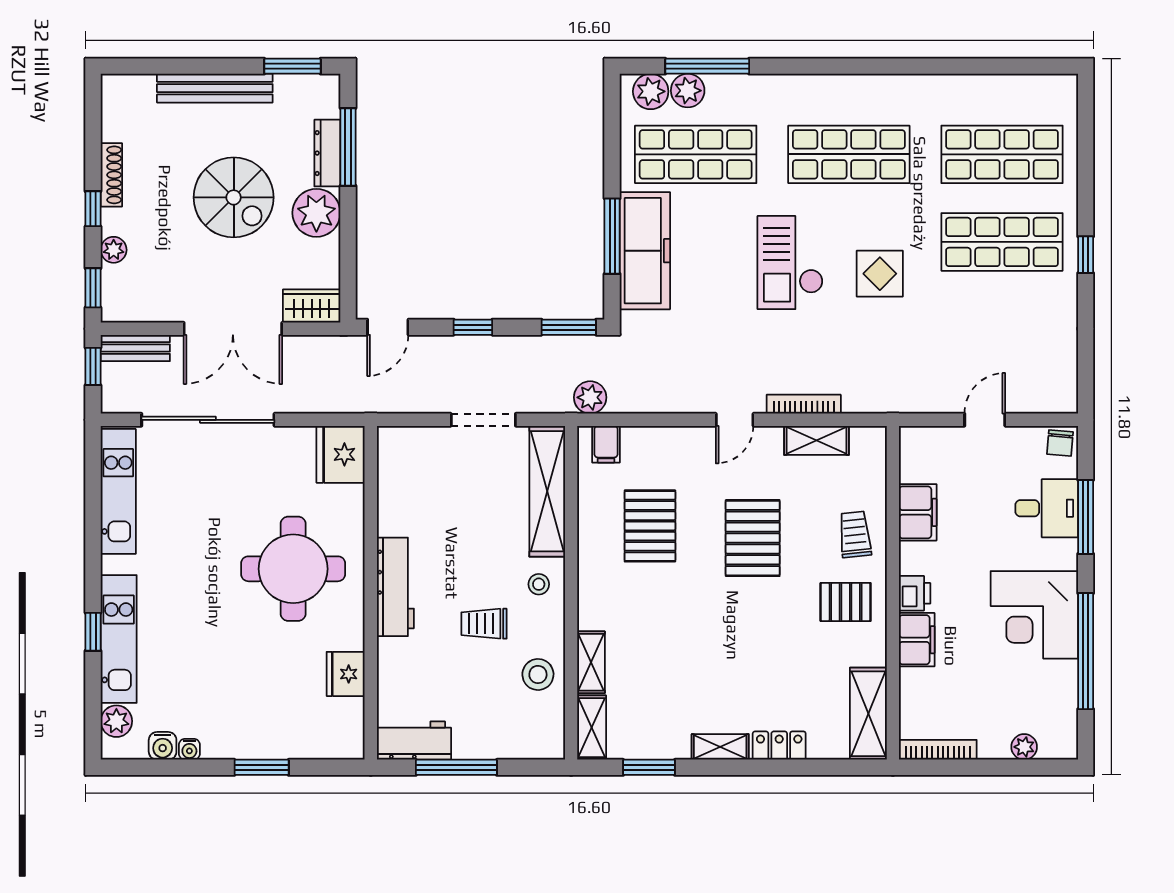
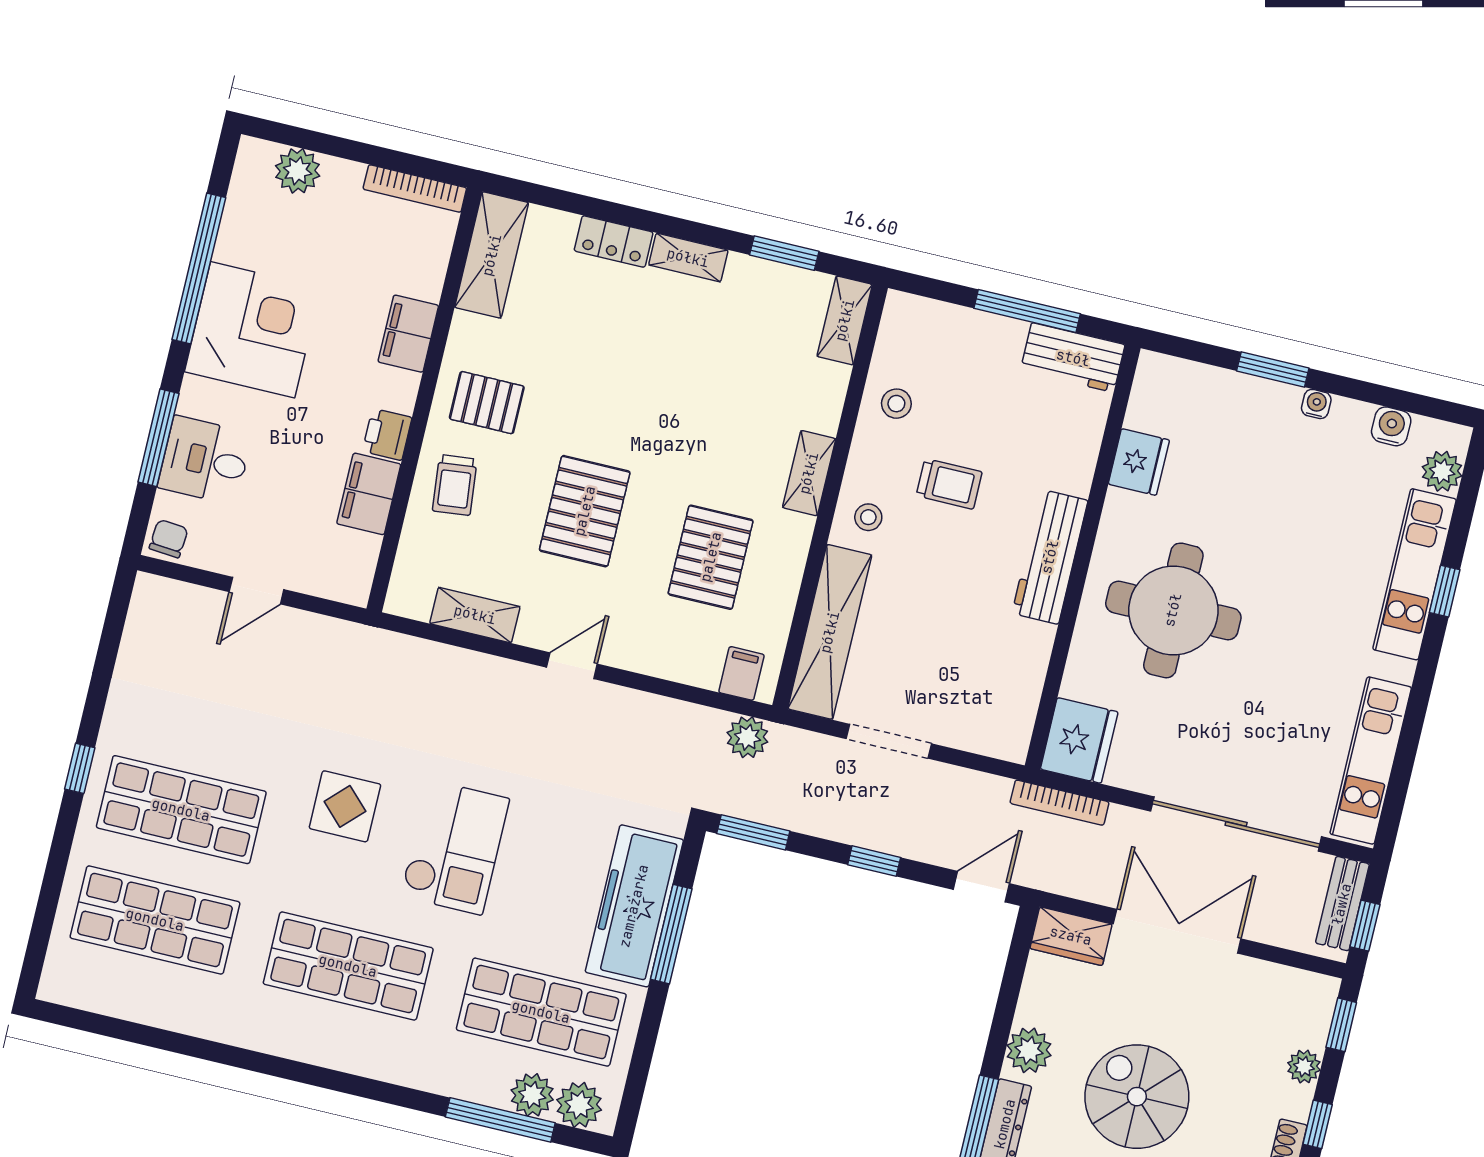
plant: (316, 213) -> (1029, 1050), width x0.73, depth x0.73
bench: (135, 348) -> (1342, 904), moved, turned 90
bookcase: (804, 404) -> (1060, 803), moved
printer: (915, 593) -> (387, 434), moved
shelving: (591, 662) -> (809, 473), moved
stool: (538, 674) -> (896, 404), width x0.73, depth x0.73
plant: (1024, 747) -> (298, 171), width x1.38, depth x1.38
water cooler: (189, 749) -> (1316, 404), moved

